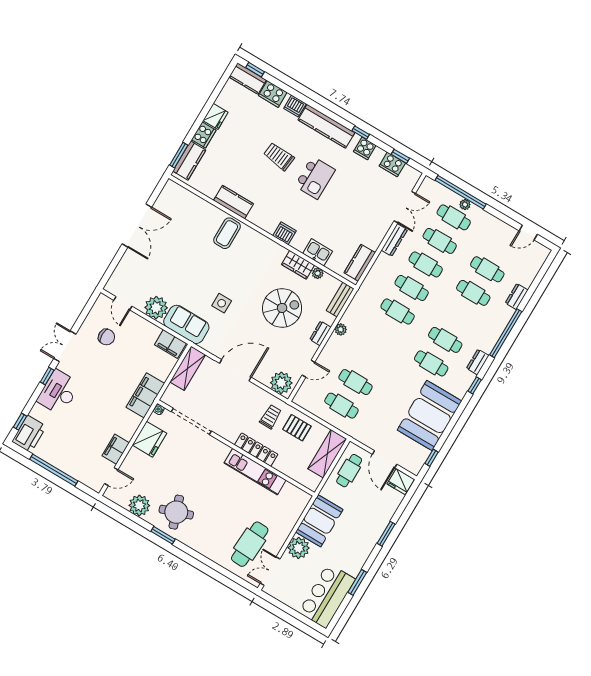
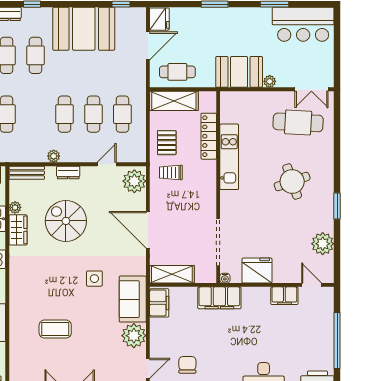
coffee table: (227, 233) -> (55, 329), moved
cafe table: (370, 359) -> (64, 114), added
door: (308, 369) -> (107, 164), hinge flipped
locker: (256, 450) -> (209, 136), moved
round table: (176, 512) -> (292, 181), moved
plant: (299, 548) -> (270, 81), width x0.53, depth x0.53

